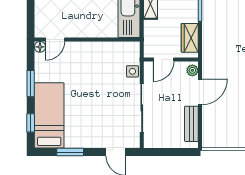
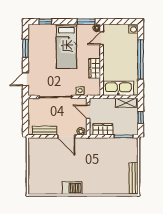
door: (55, 40) -> (102, 38), hinge flipped
wardrobe: (100, 50) -> (95, 68), added
window: (31, 84) -> (86, 22), moved
bed: (49, 115) -> (66, 46), moved, turned 90

